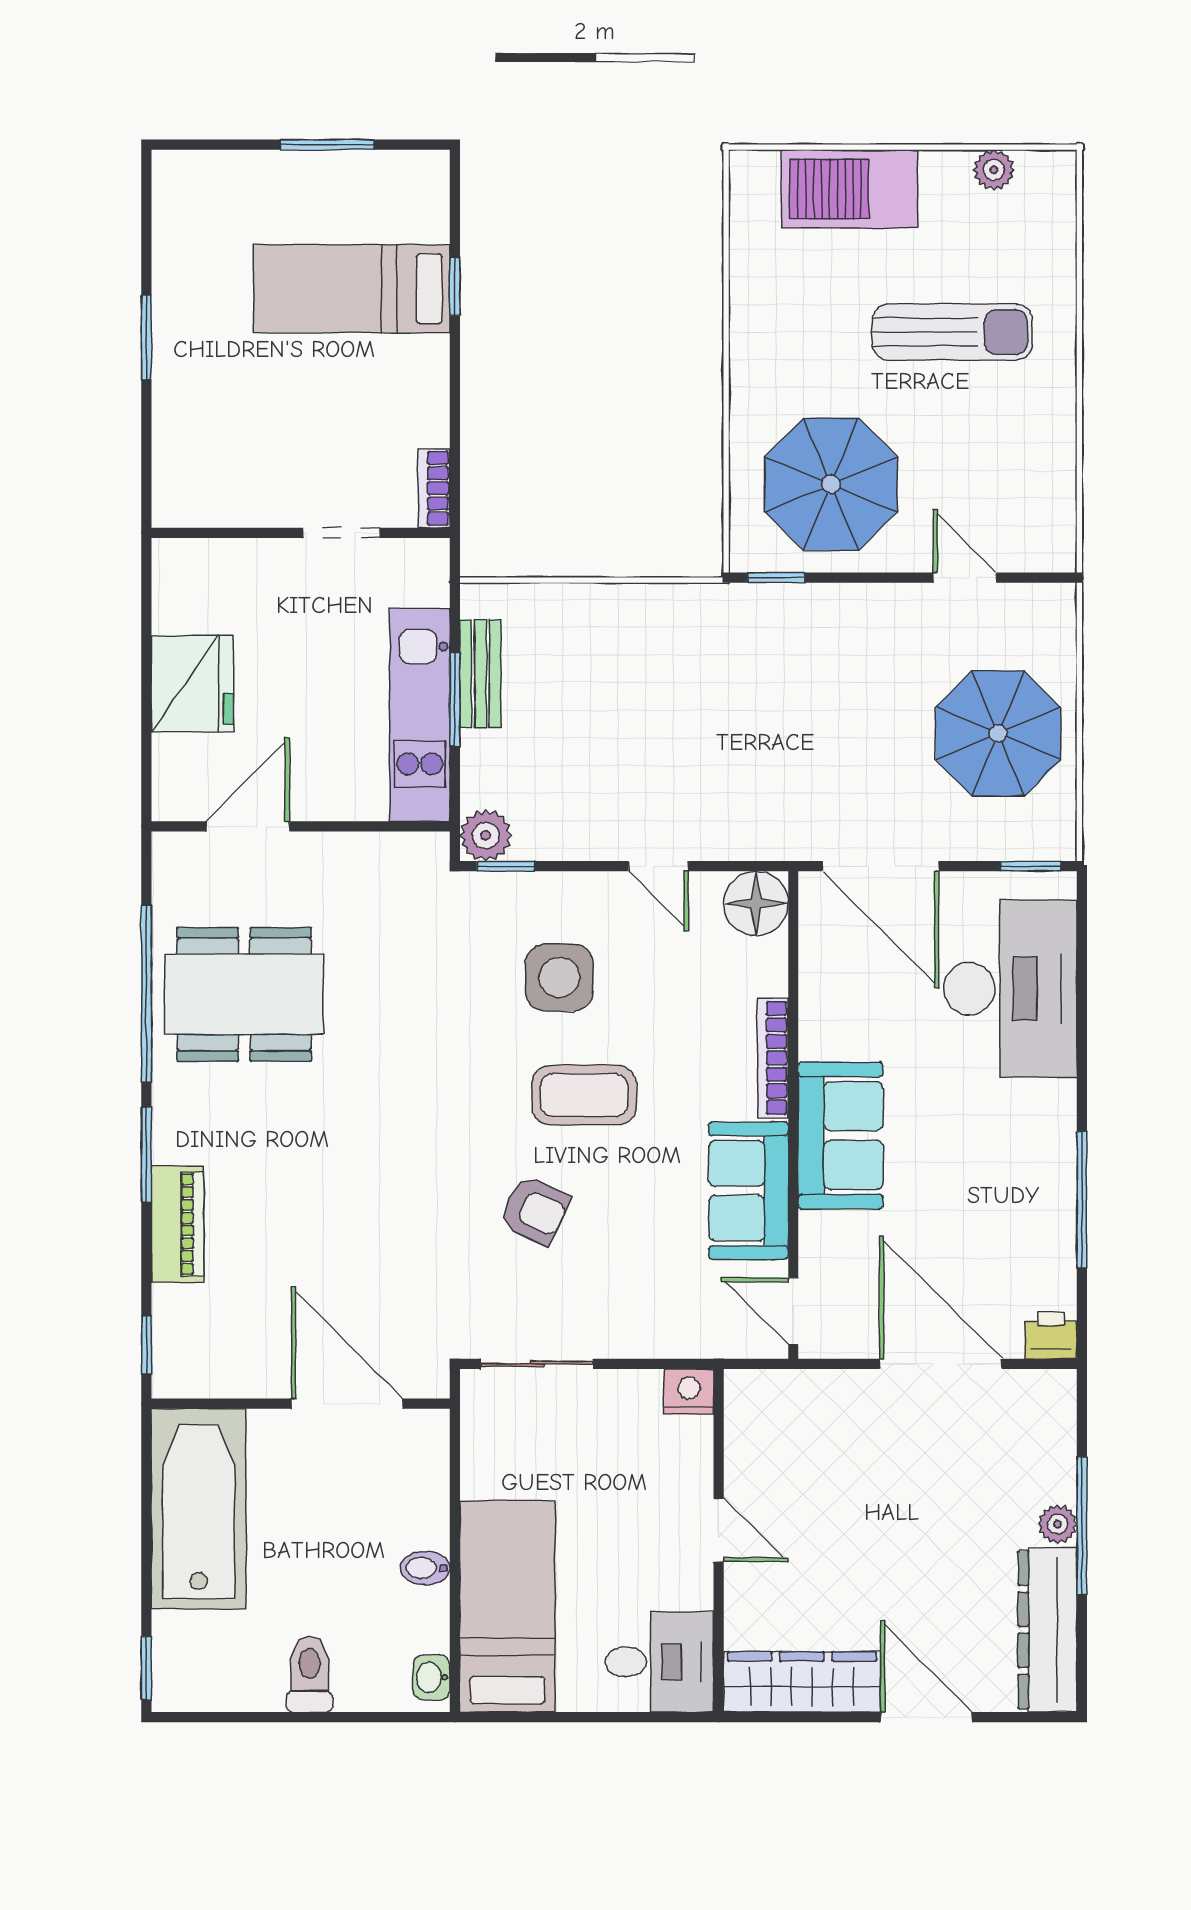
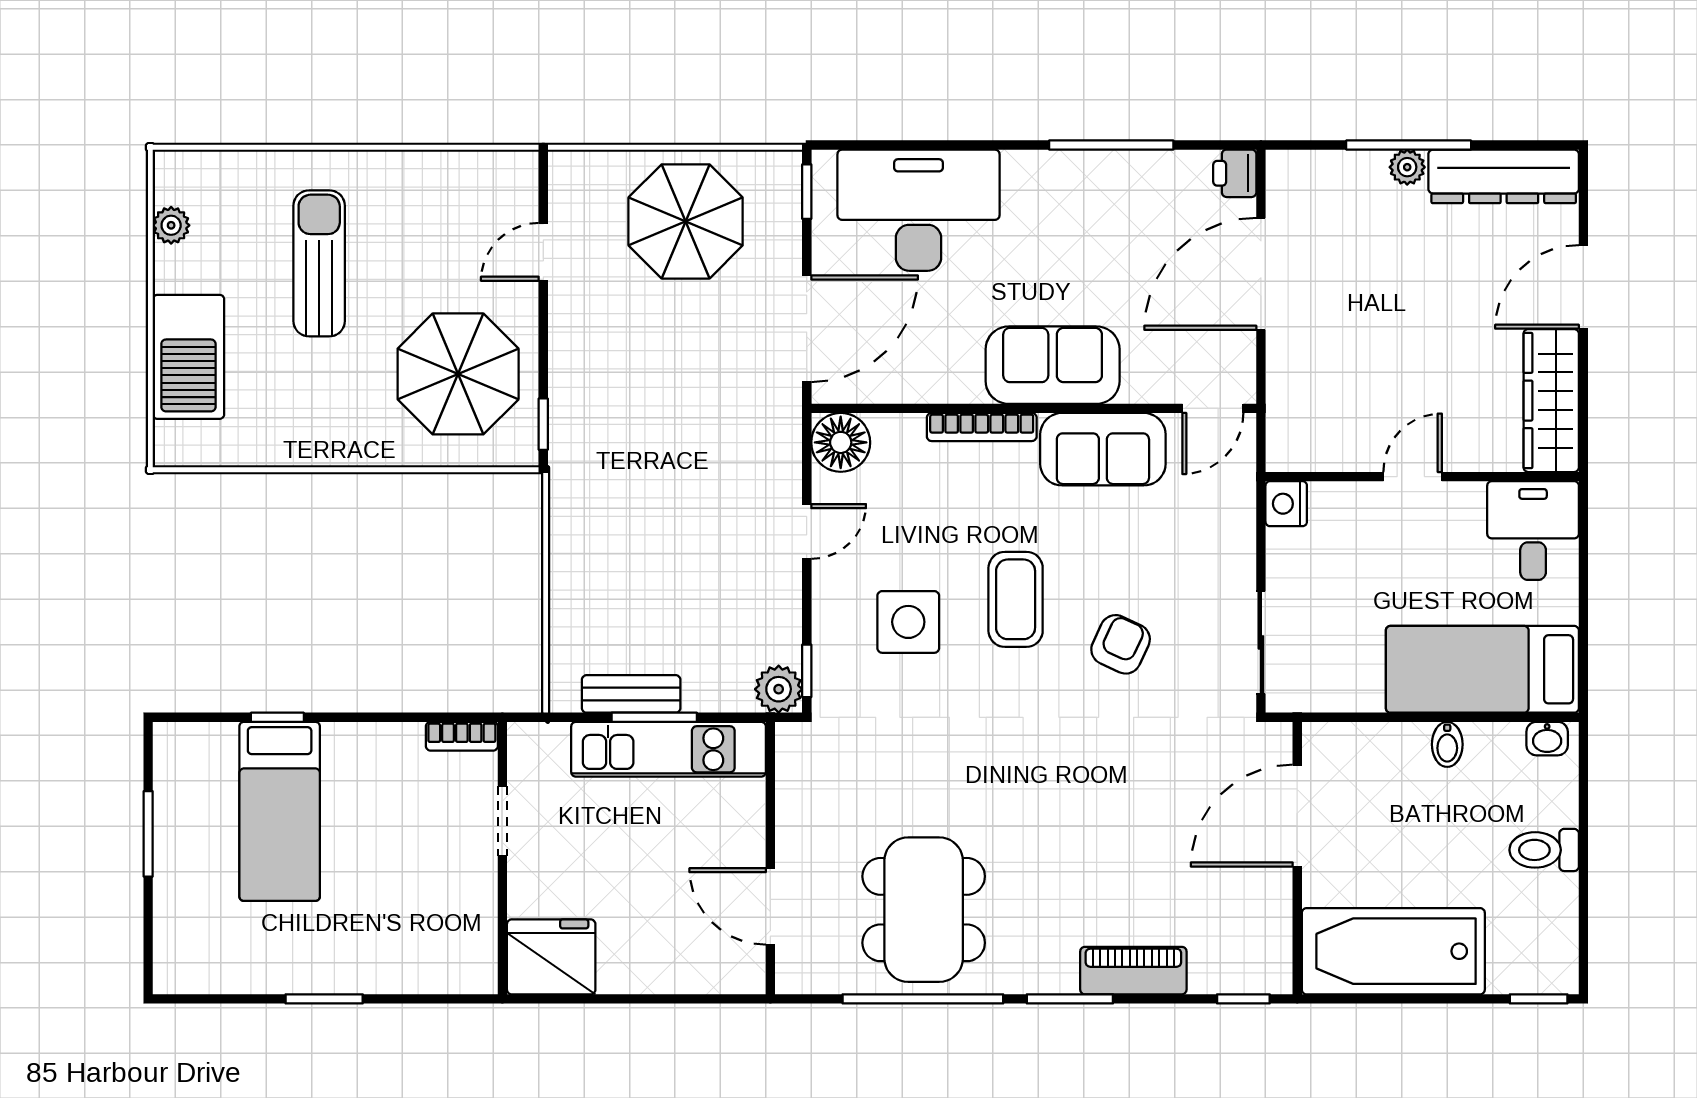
fridge: (192, 684) -> (551, 957), moved

